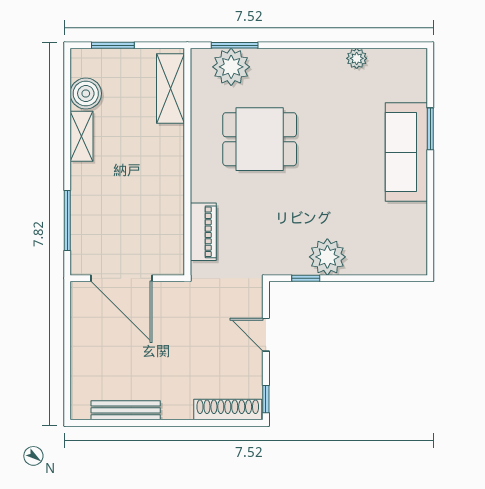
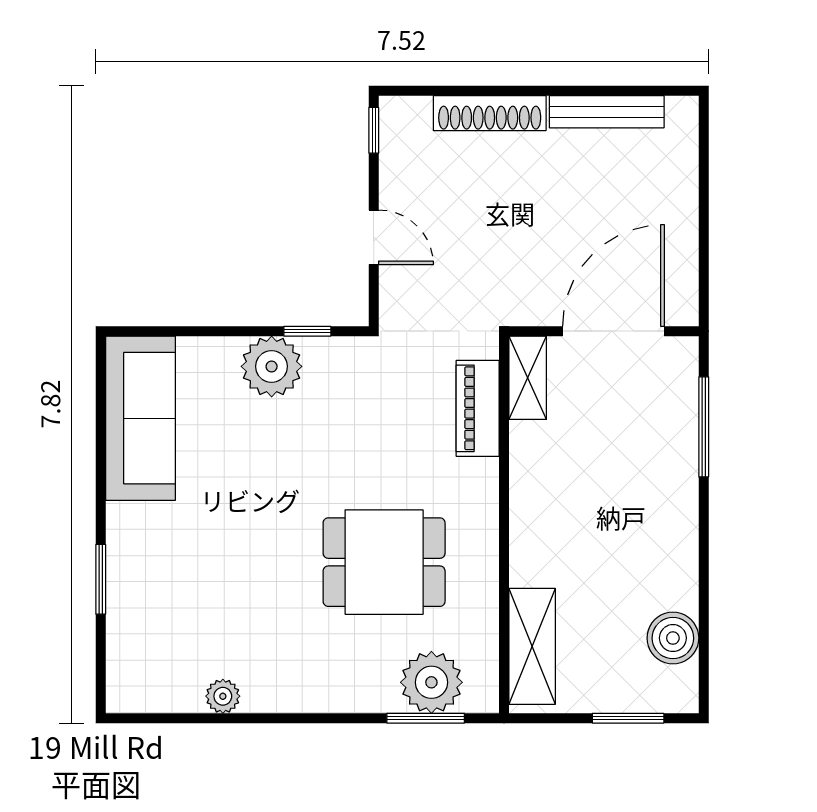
shelving: (81, 136) -> (528, 378), moved
sofa: (406, 152) -> (140, 418), moved
door: (122, 278) -> (613, 331), hinge flipped
shoe rack: (228, 409) -> (490, 113), moved

